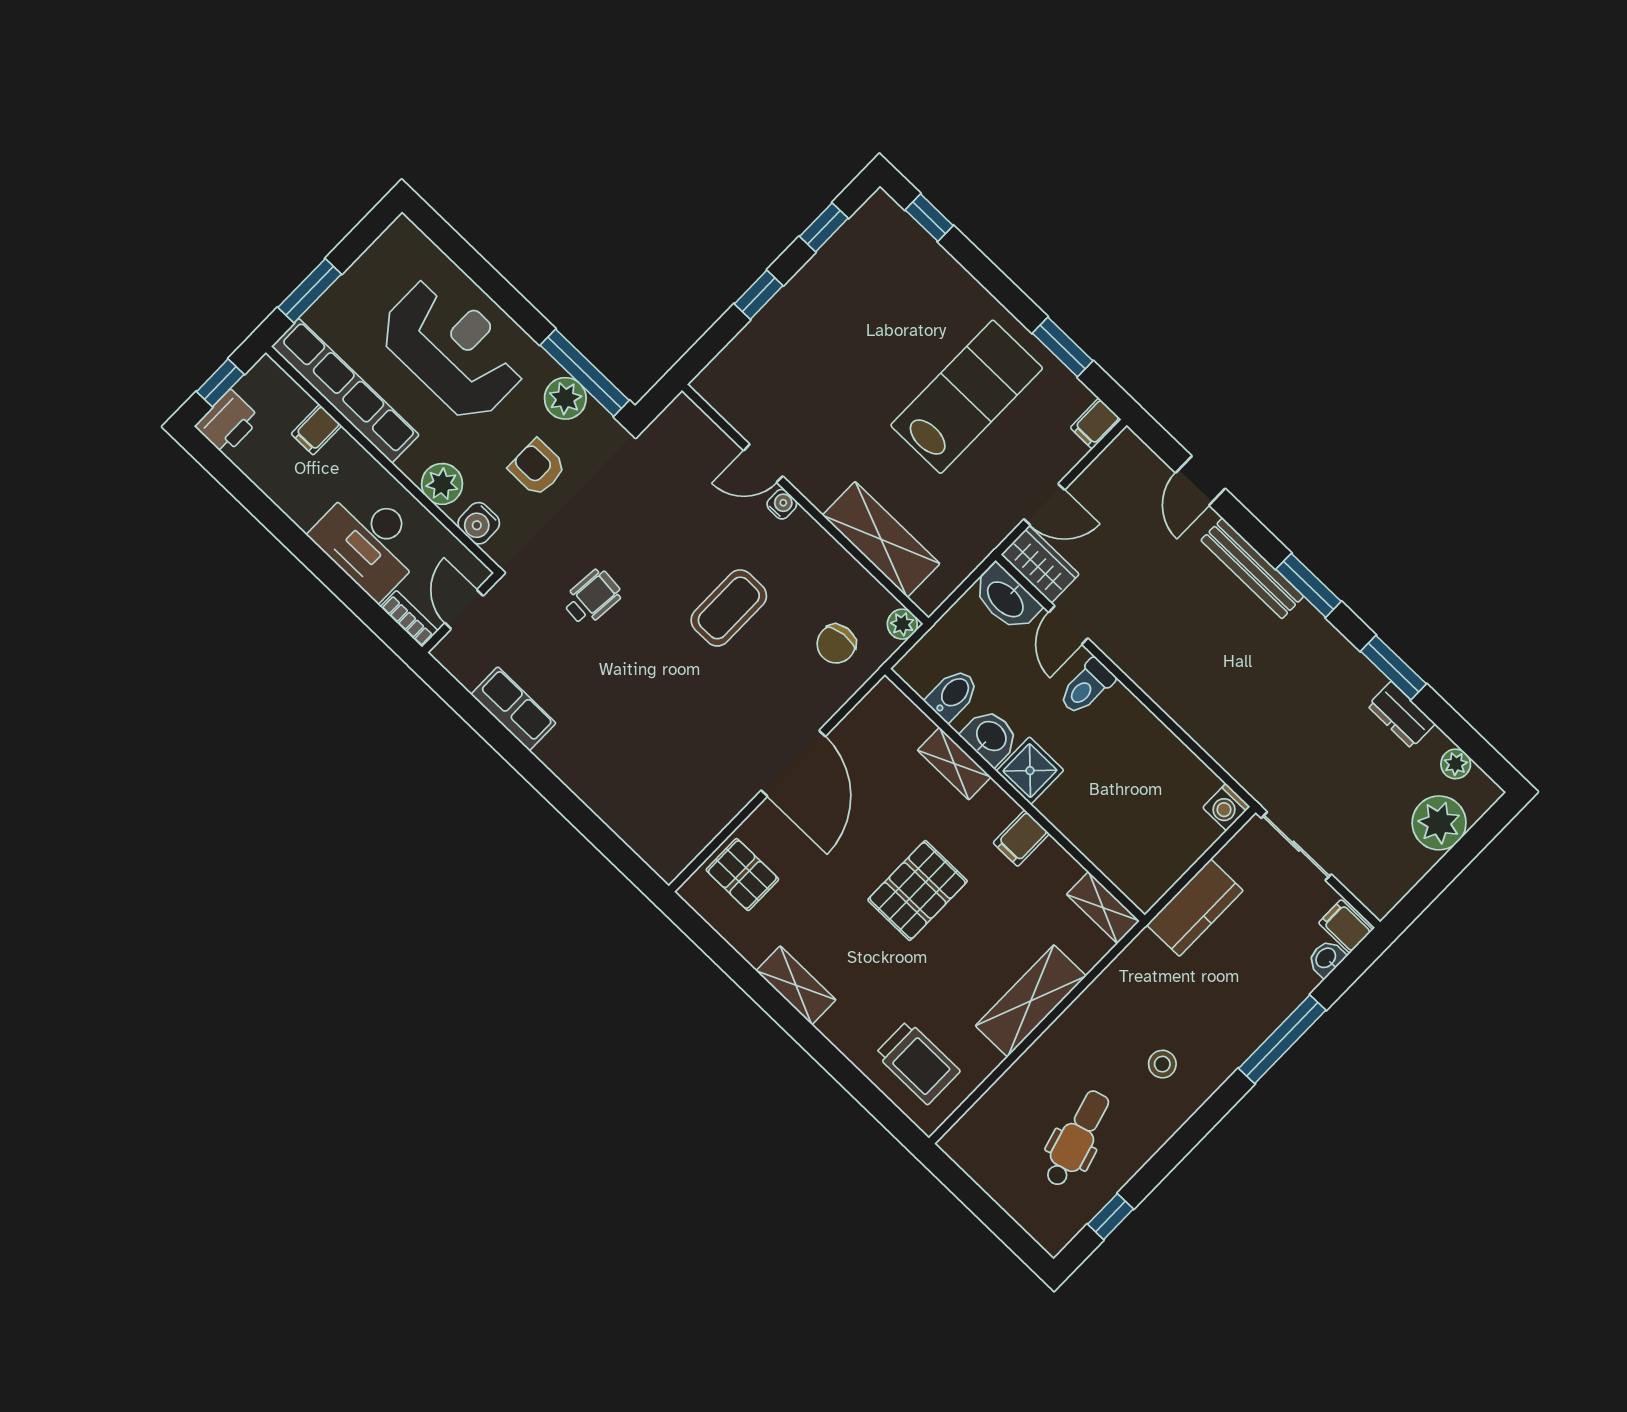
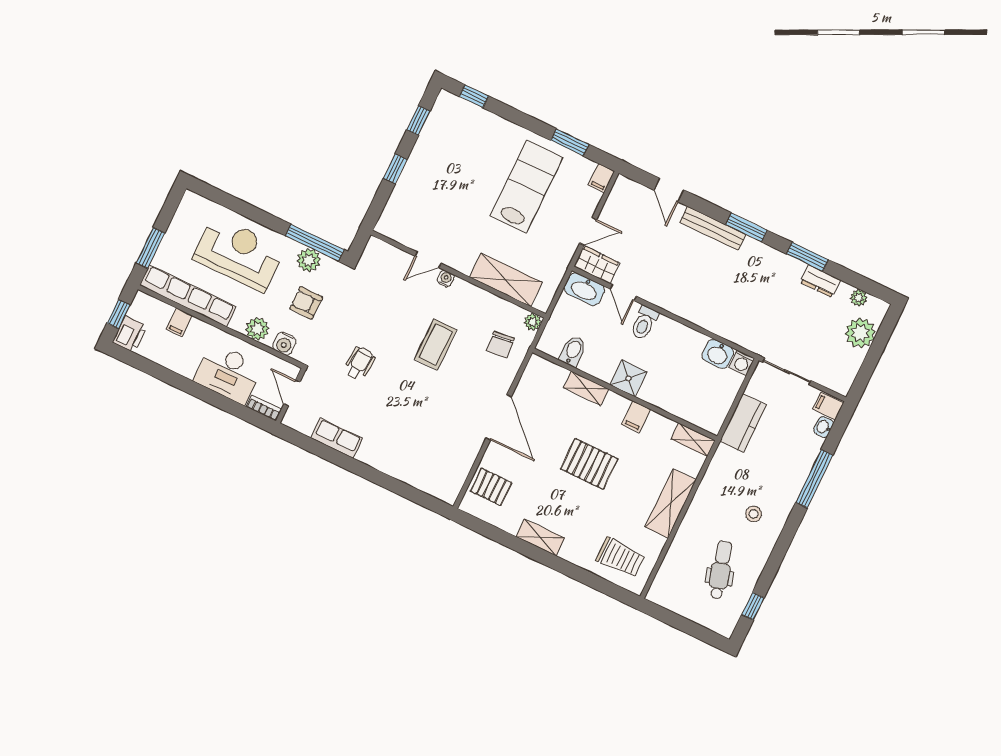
washbasin: (991, 737) -> (718, 354), moved, turned 180
pallet: (918, 890) -> (589, 464), turned 90

